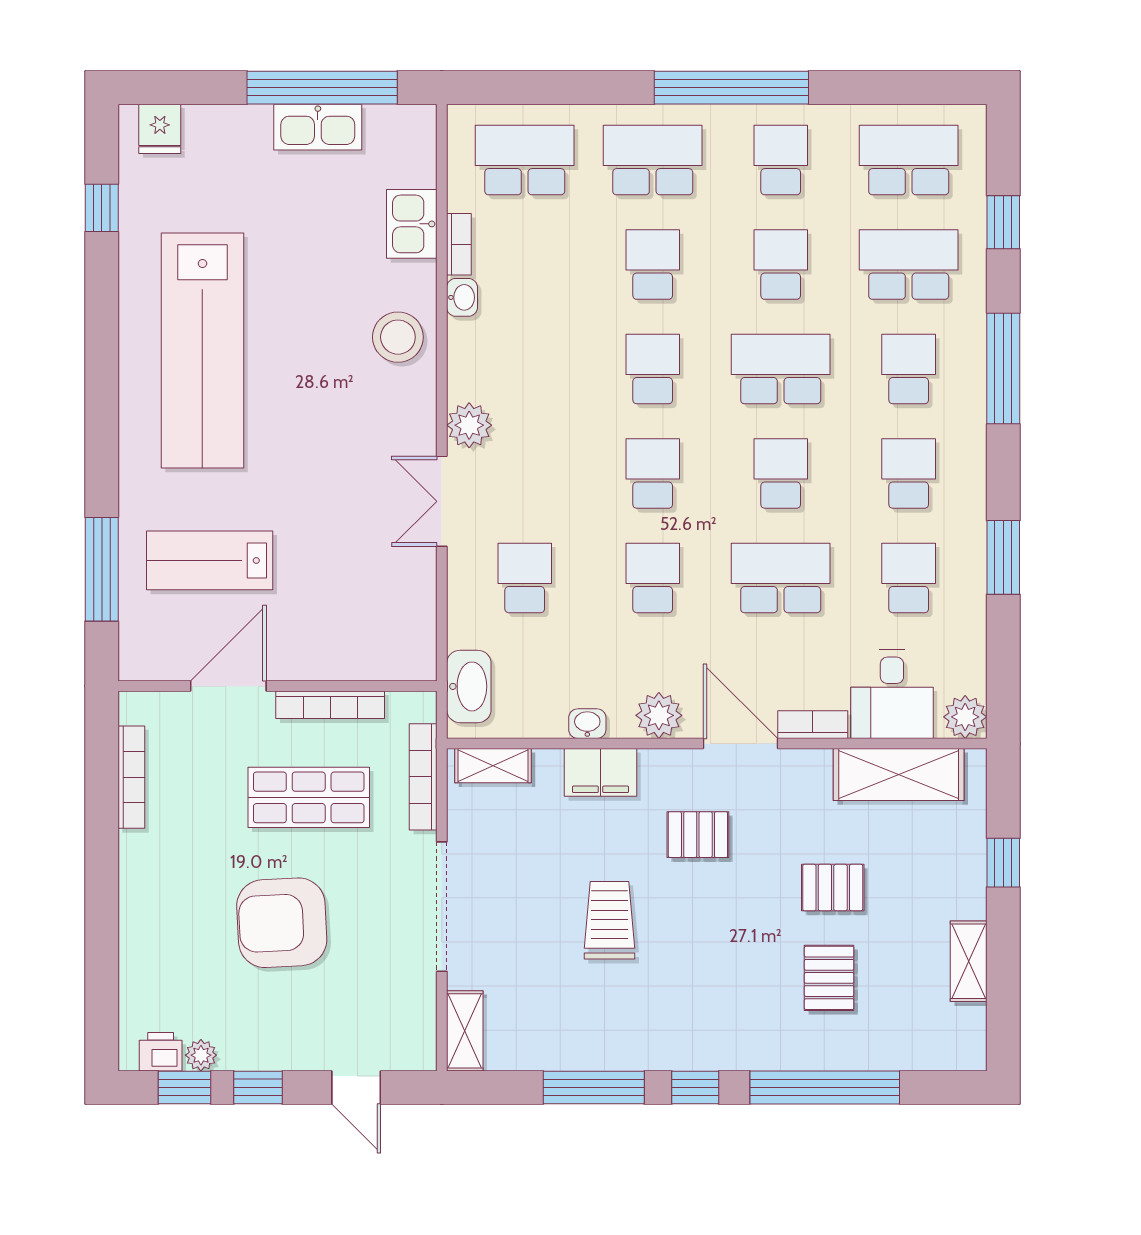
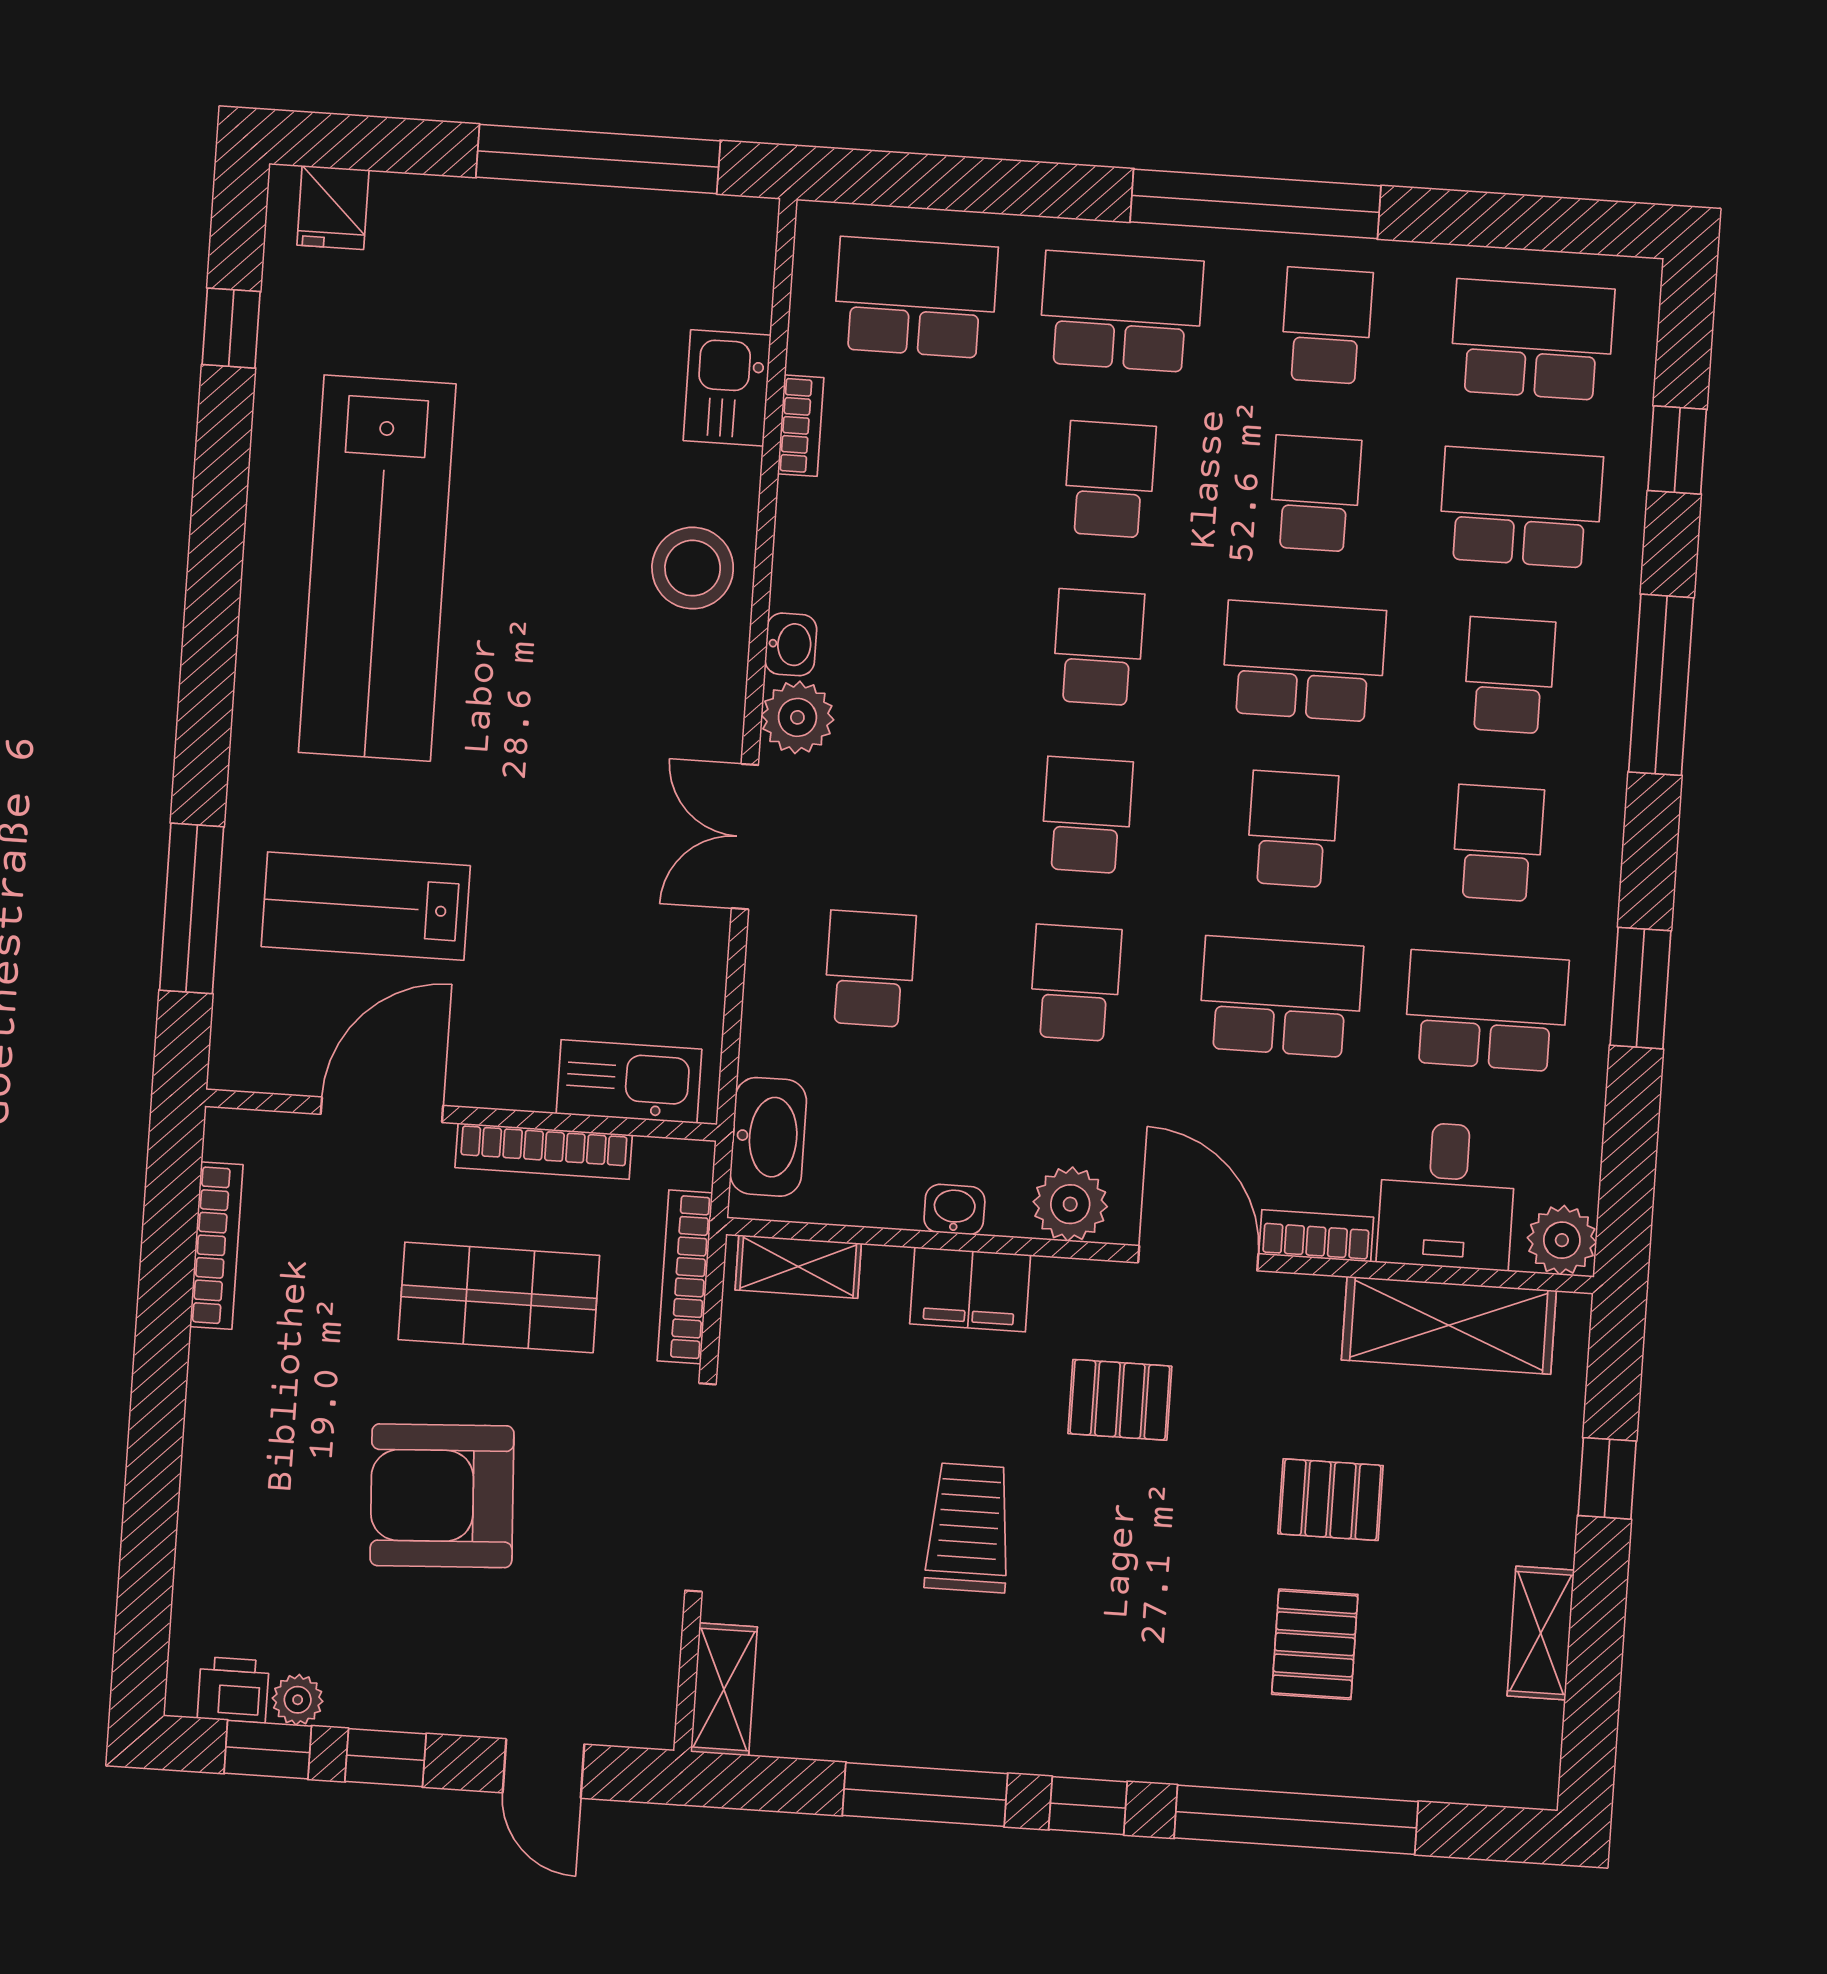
kitchen sink: (318, 127) -> (629, 1081), moved, turned 180
washbasin: (462, 297) -> (791, 644), moved
school desk: (909, 578) -> (1486, 1011), width x1.85

